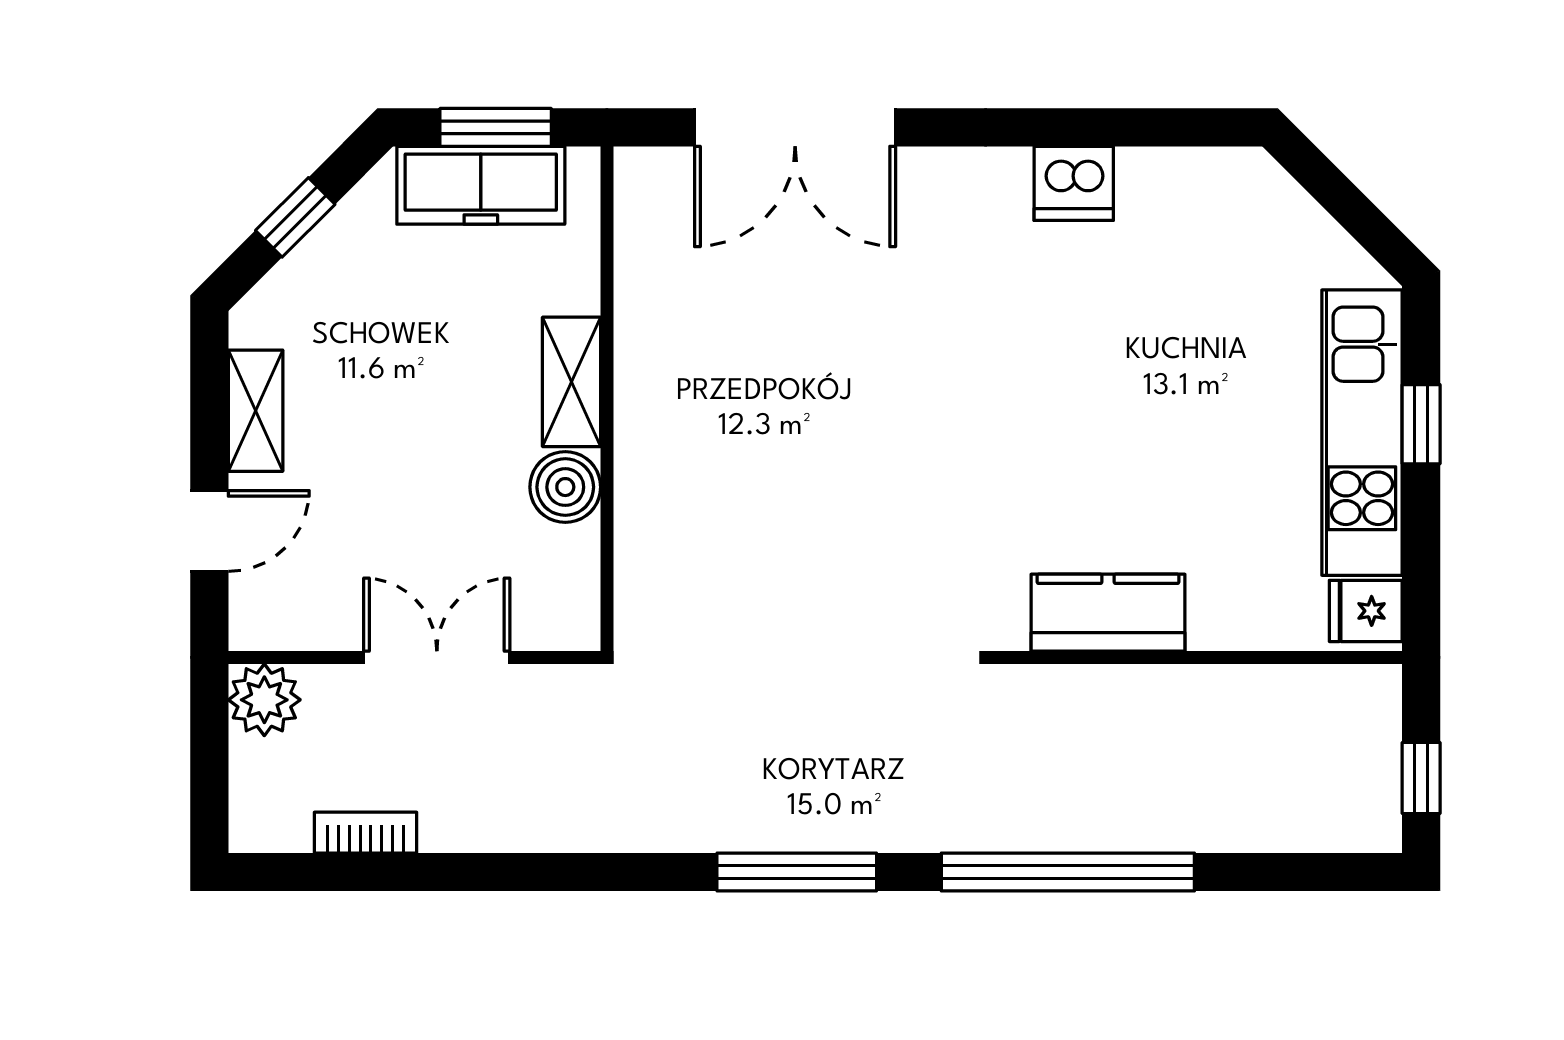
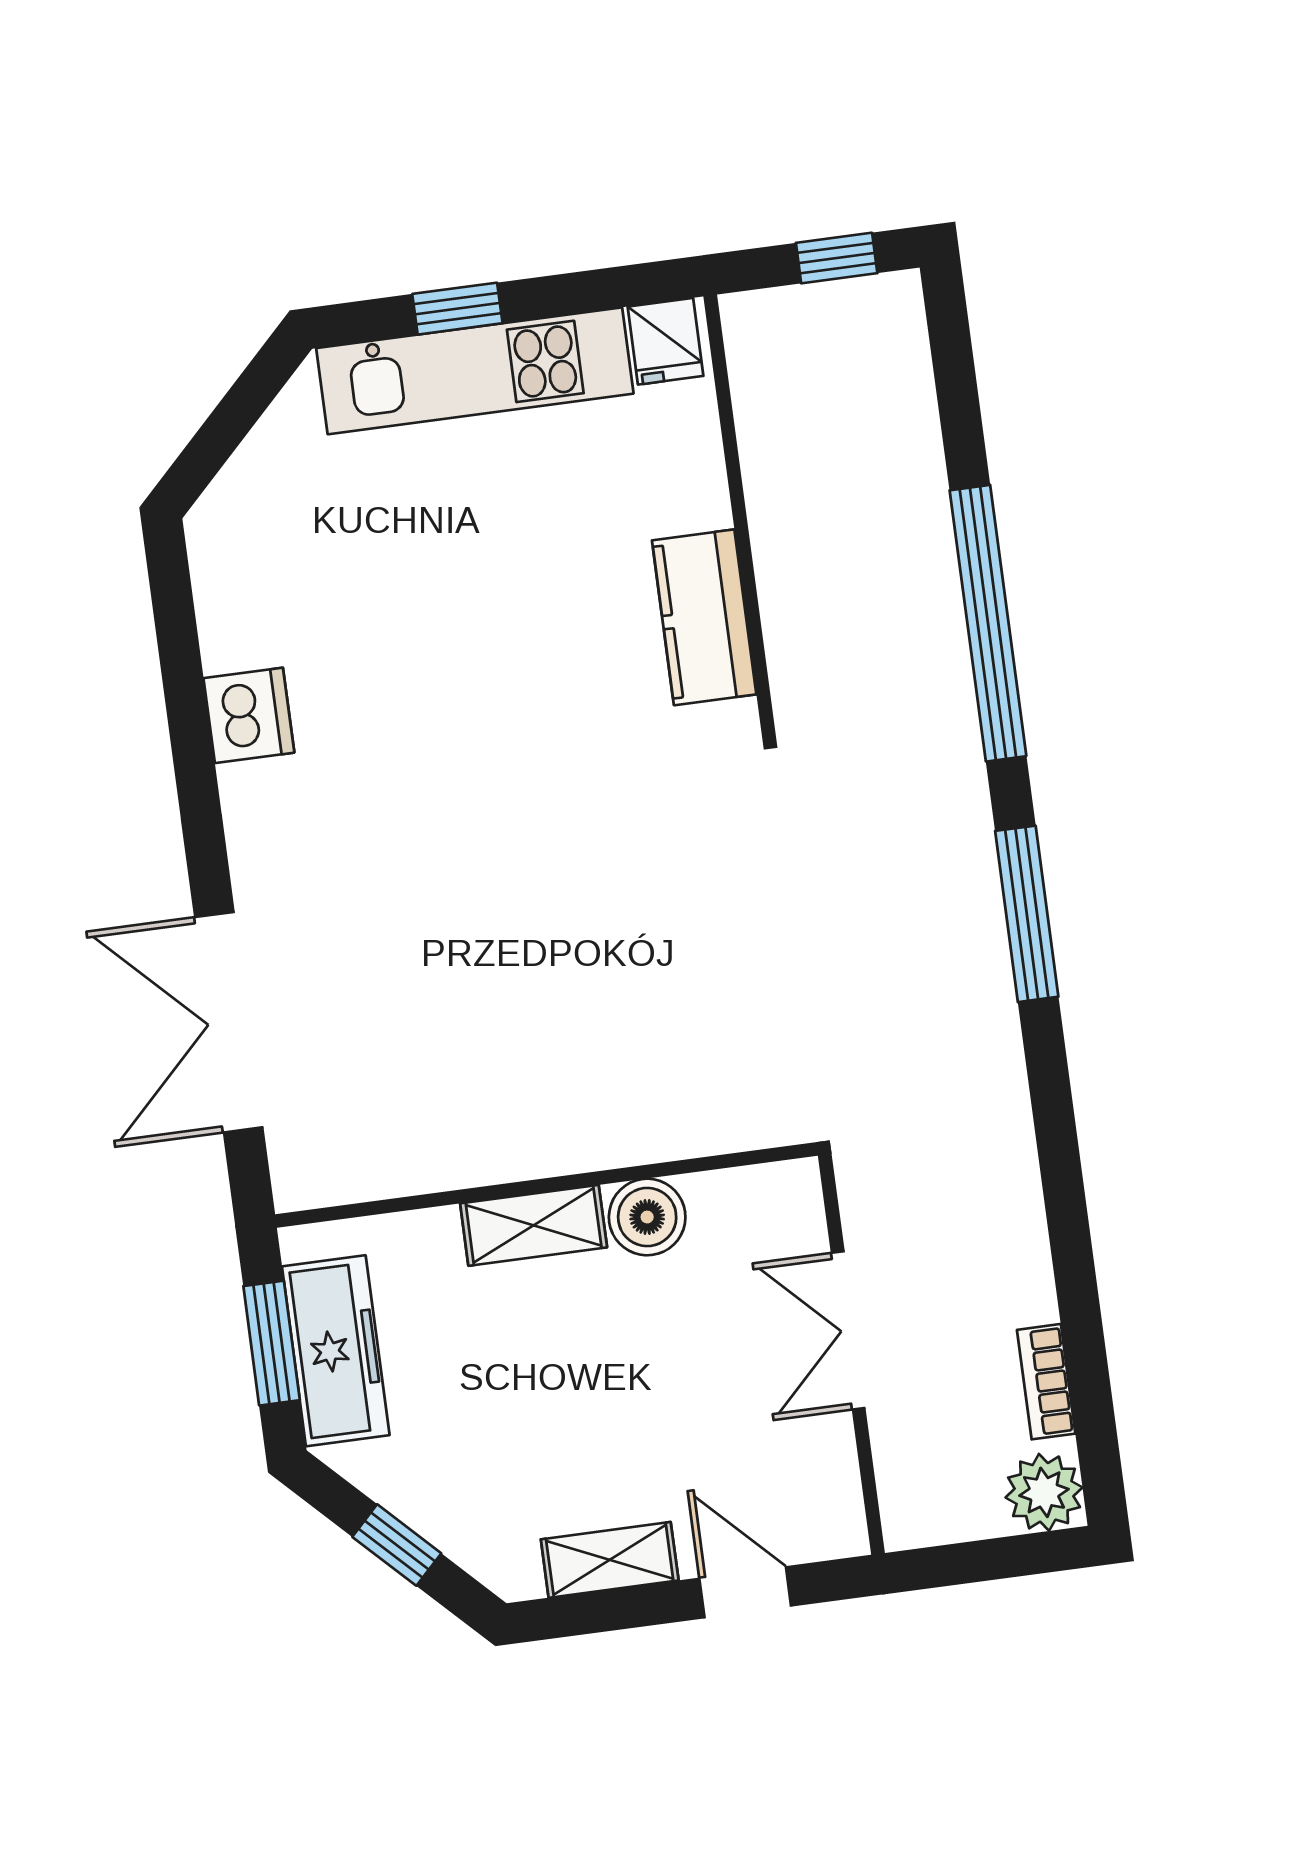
double door: (795, 127) -> (229, 1022), swing flipped
plant: (264, 700) -> (1044, 1492), moved

